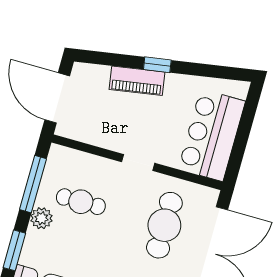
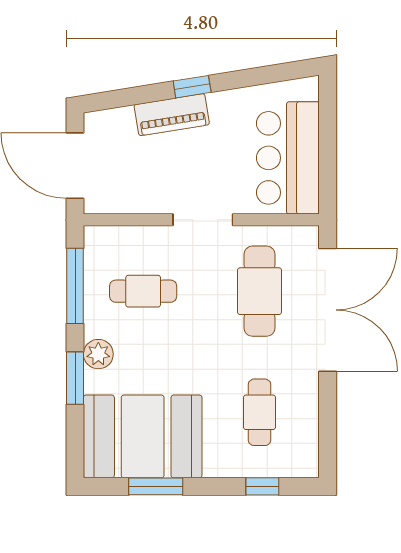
doorway: (138, 163) -> (203, 220), width x1.38
plant: (41, 218) -> (98, 354), moved

